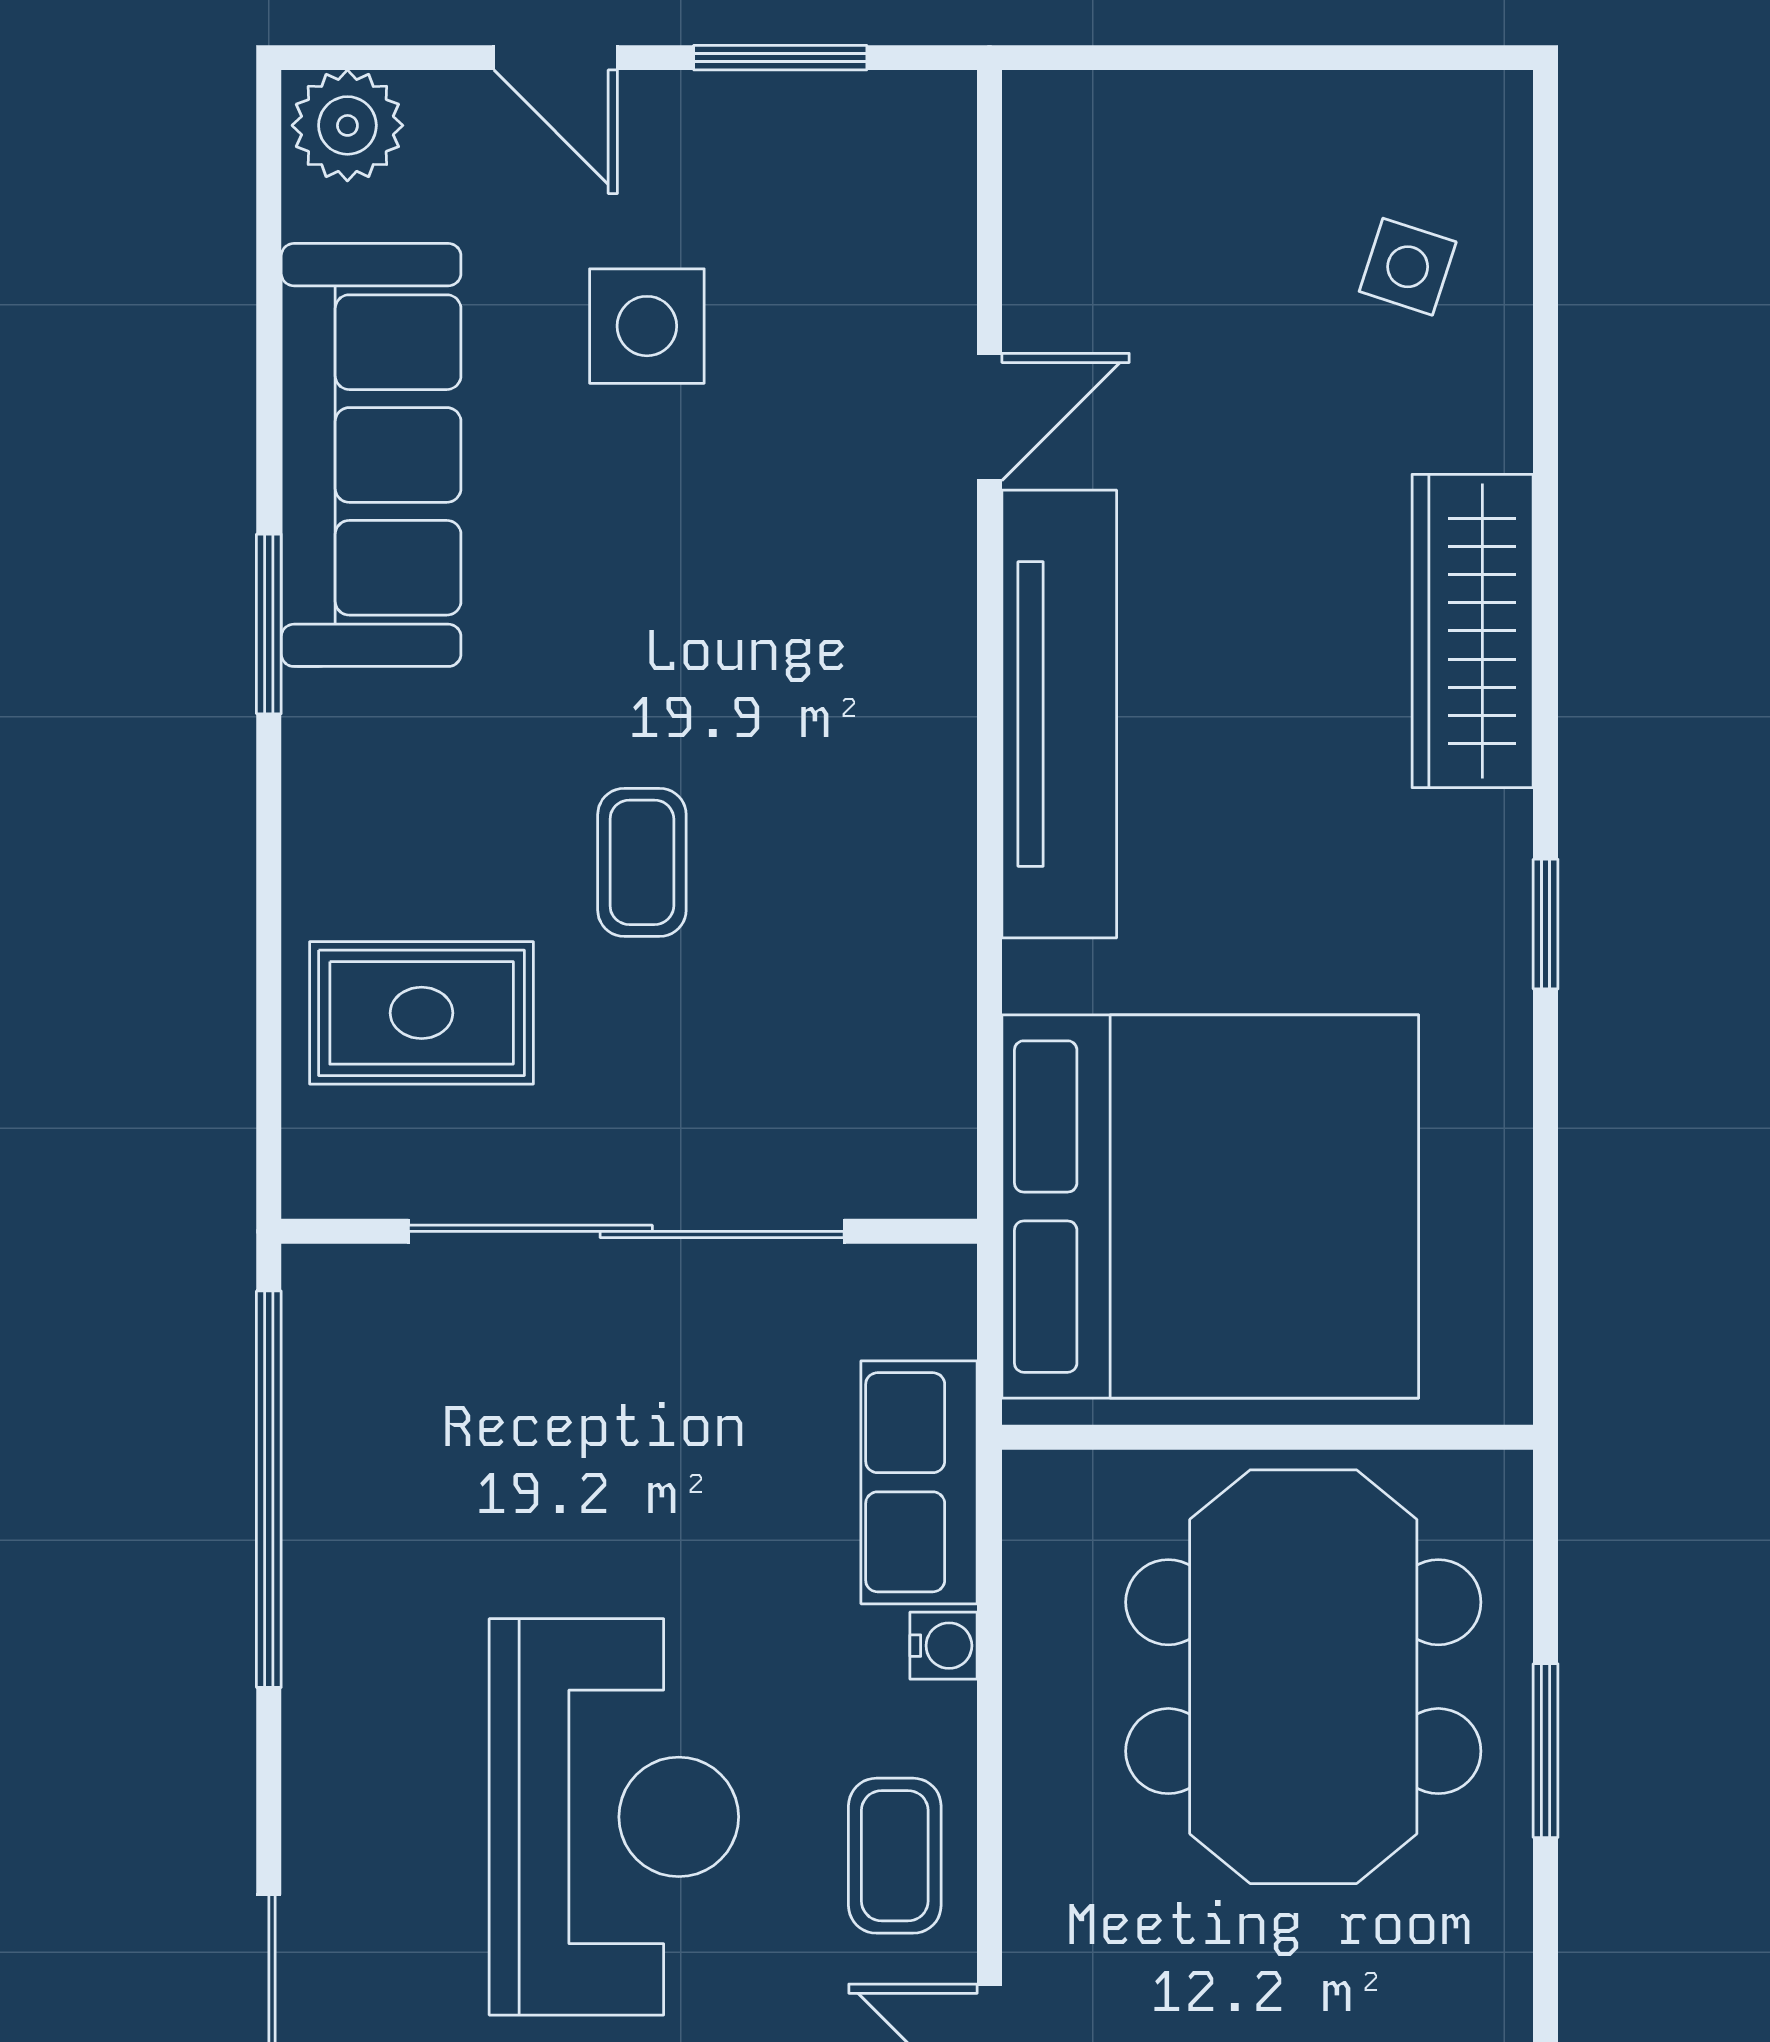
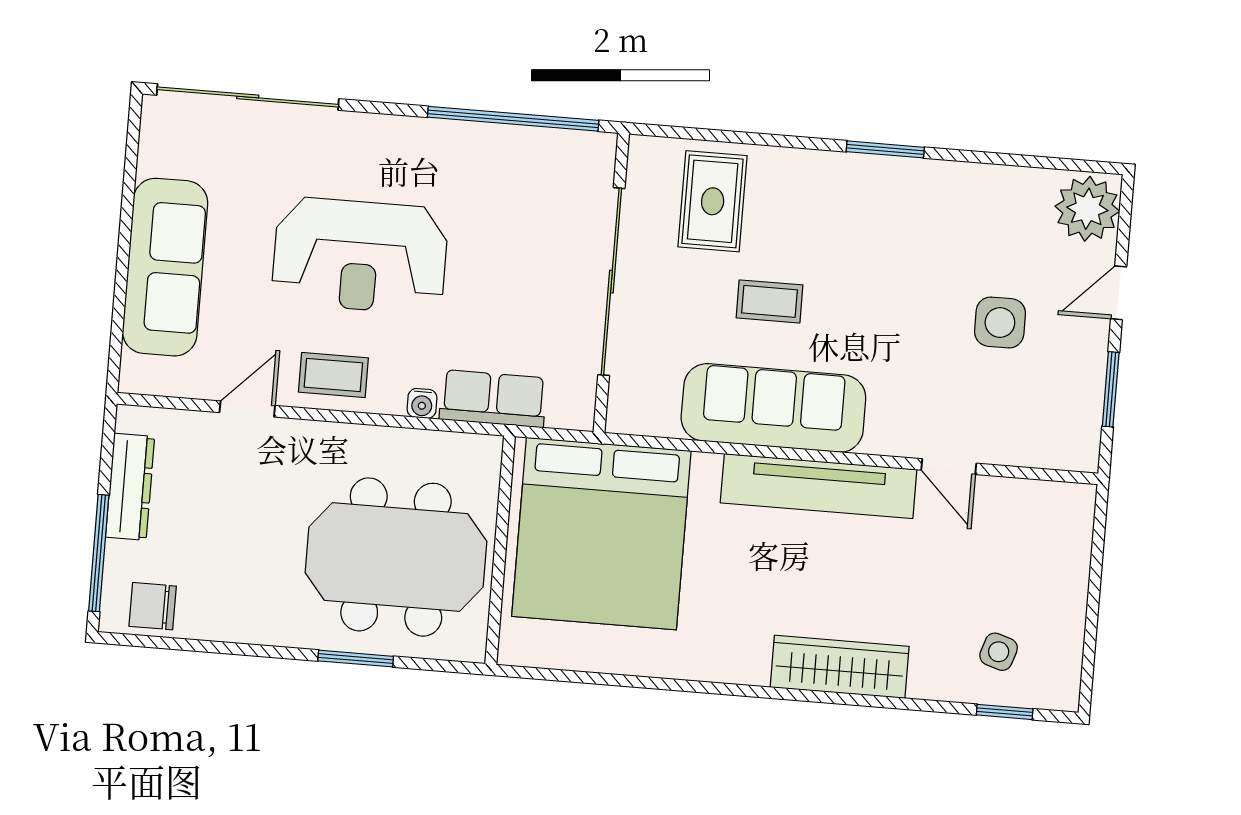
plant: (347, 125) -> (1087, 209), width x1.36, depth x1.36
sofa: (371, 455) -> (773, 408), moved, turned 180
window: (1546, 924) -> (1005, 712), moved

